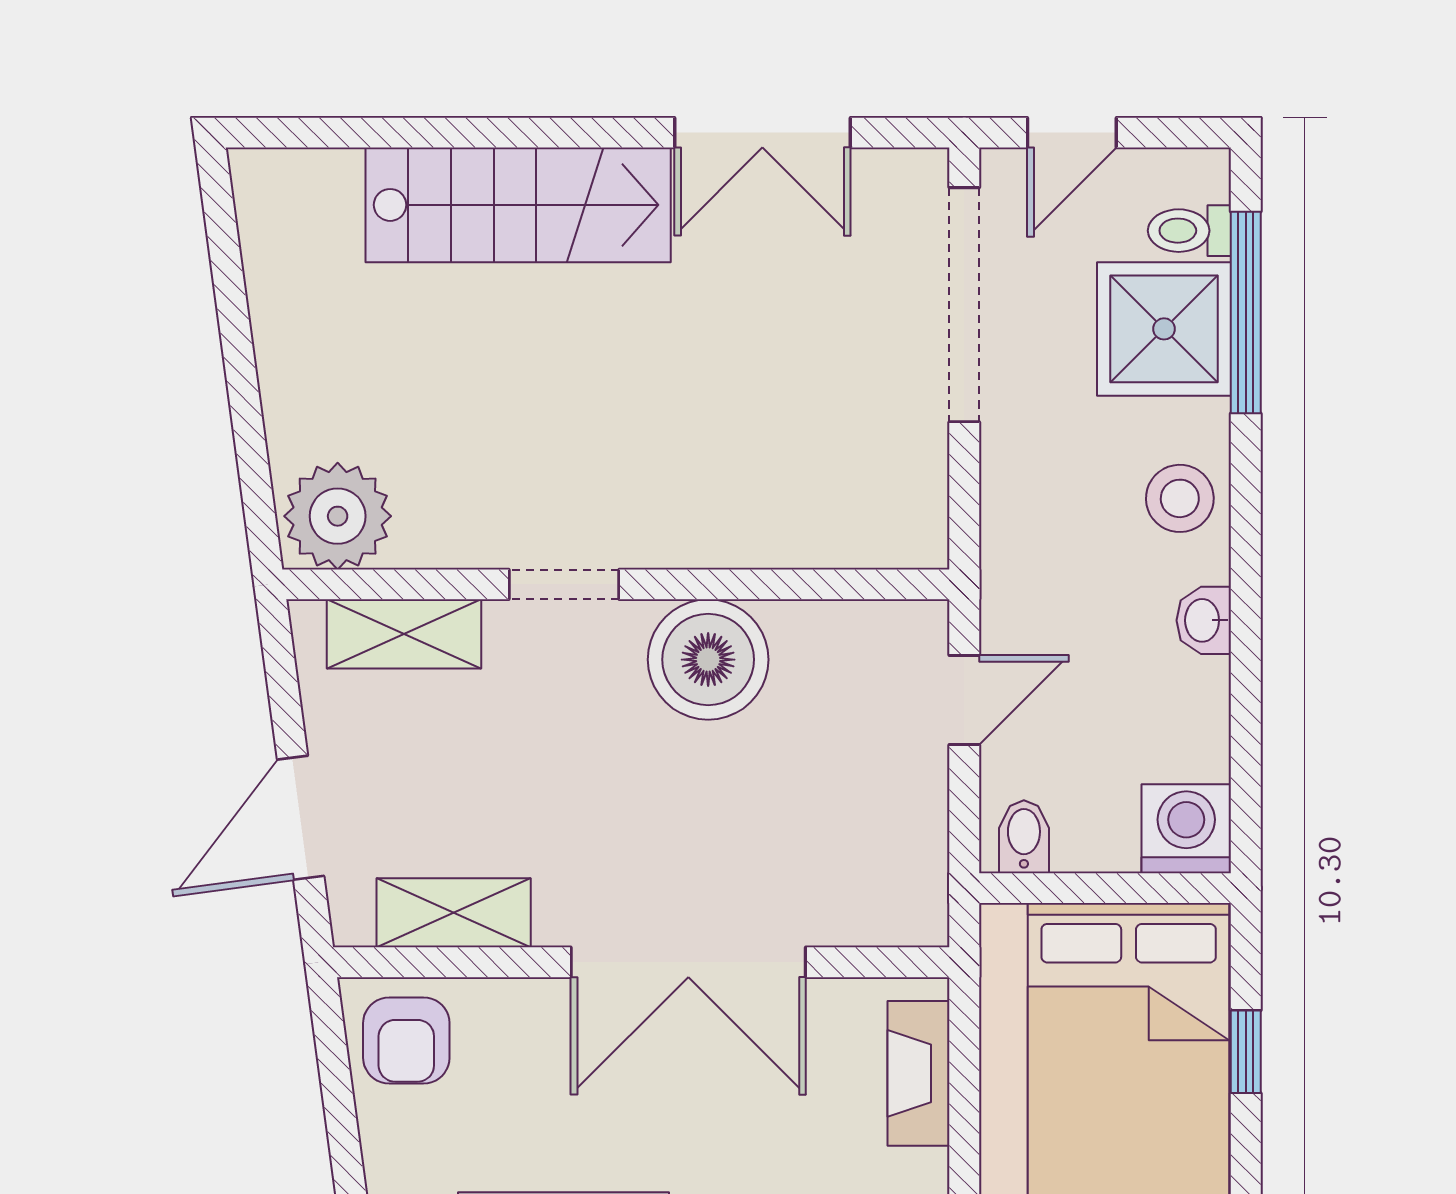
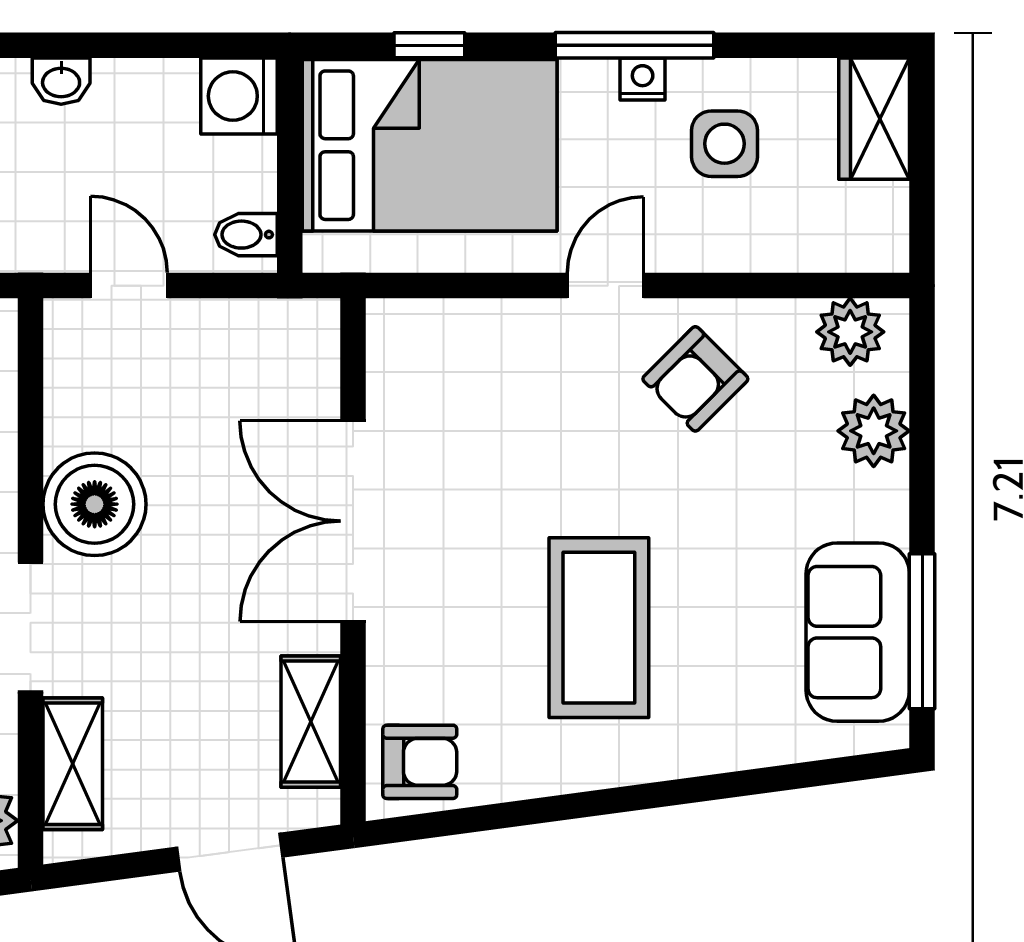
doorway: (564, 584) -> (30, 627), width x1.38
double door: (688, 962) -> (353, 521), swing flipped
fireplace: (918, 1073) -> (448, 325), removed

